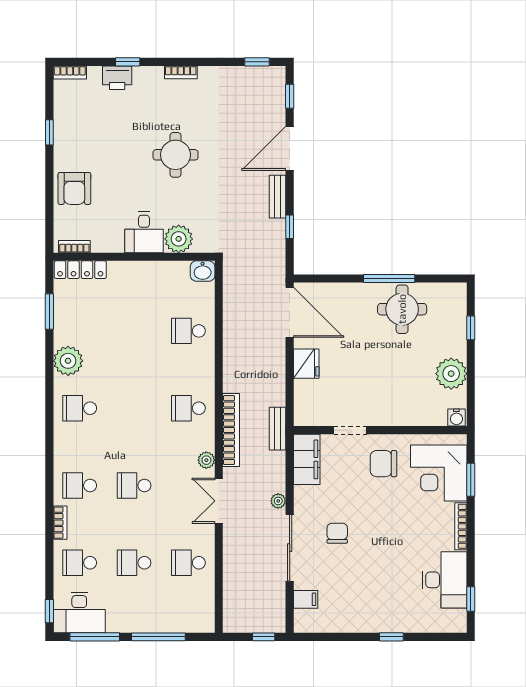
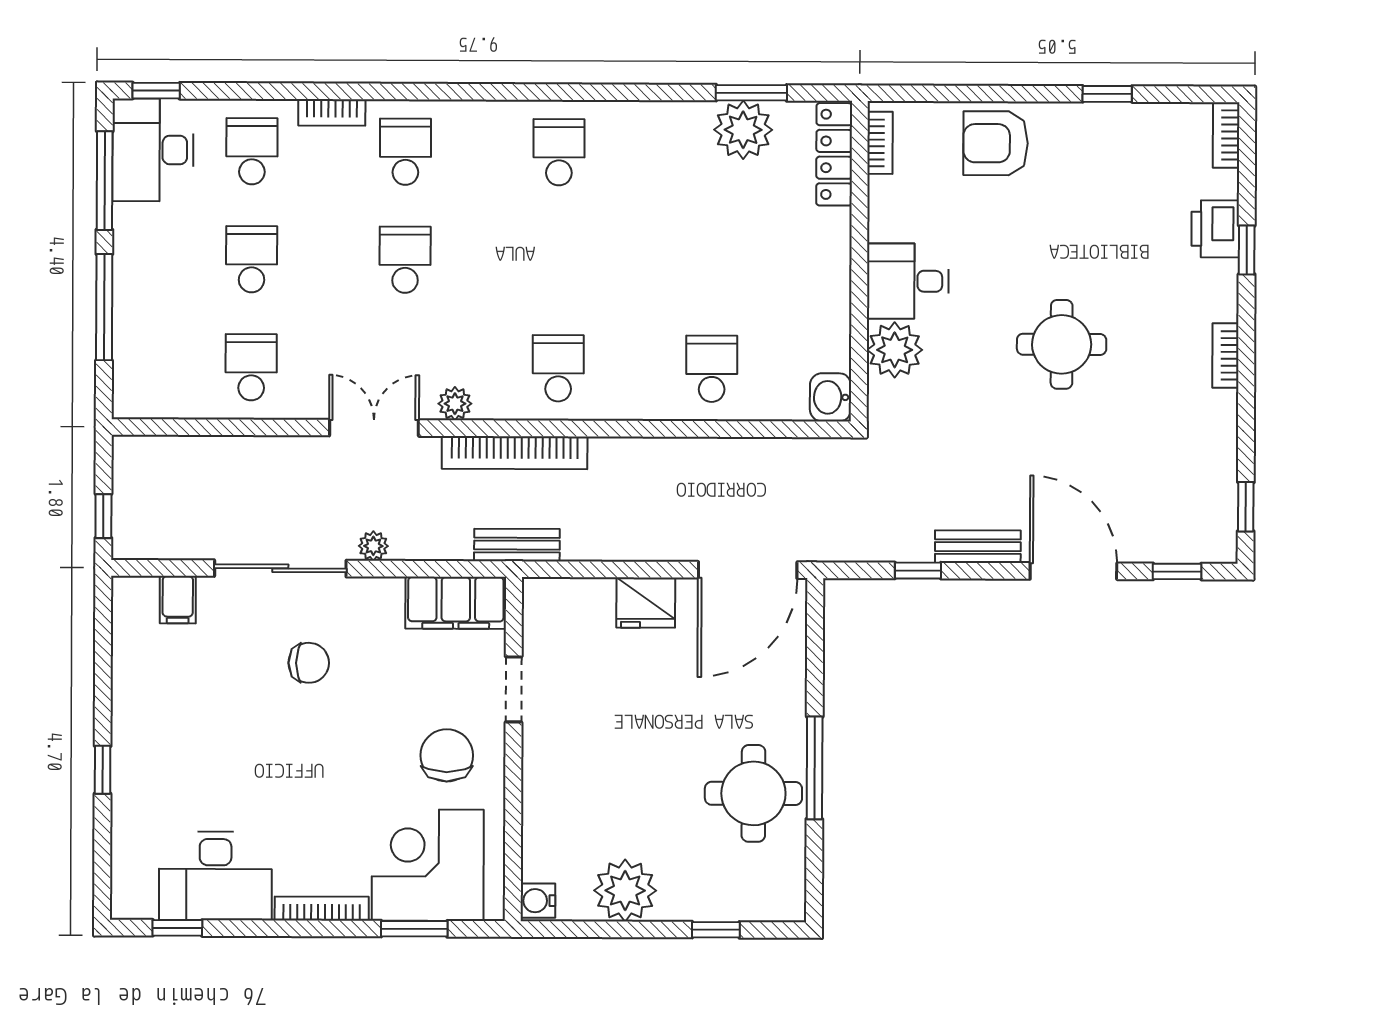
plant: (68, 361) -> (743, 130), moved

